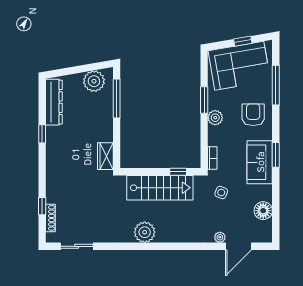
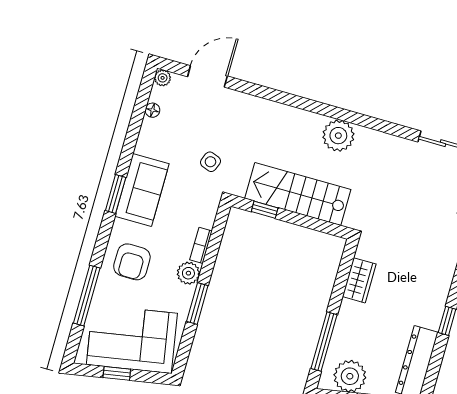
wardrobe: (105, 156) -> (359, 280), moved
bookcase: (212, 158) -> (201, 245), moved
floor lamp: (263, 211) -> (152, 110), width x0.53, depth x0.53
plant: (220, 237) -> (163, 78), moved

